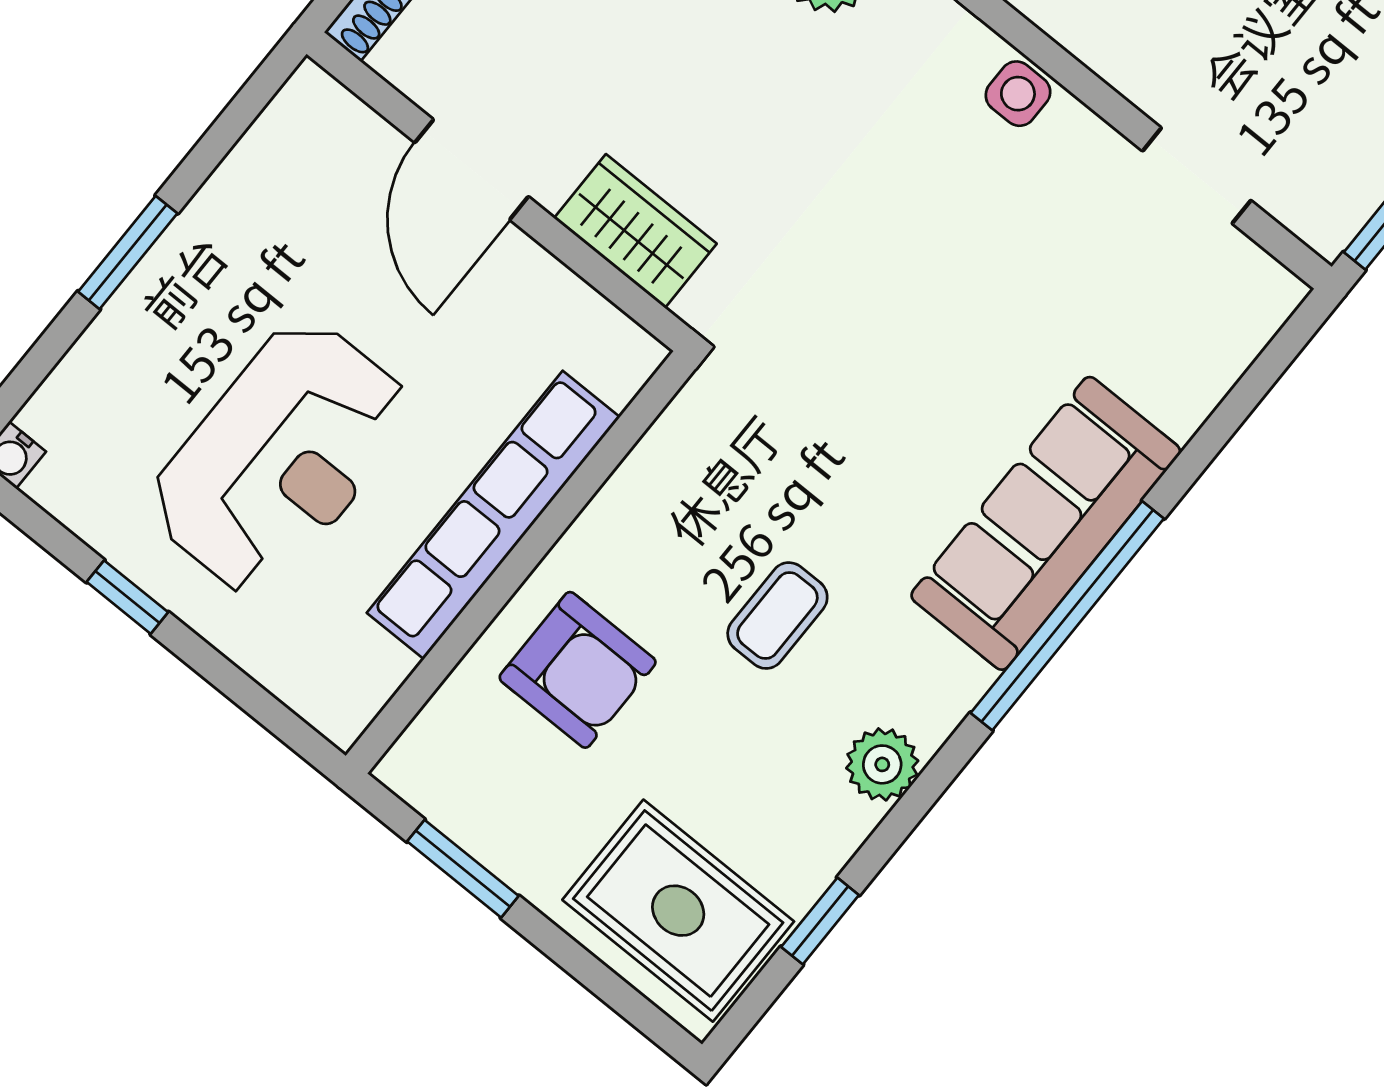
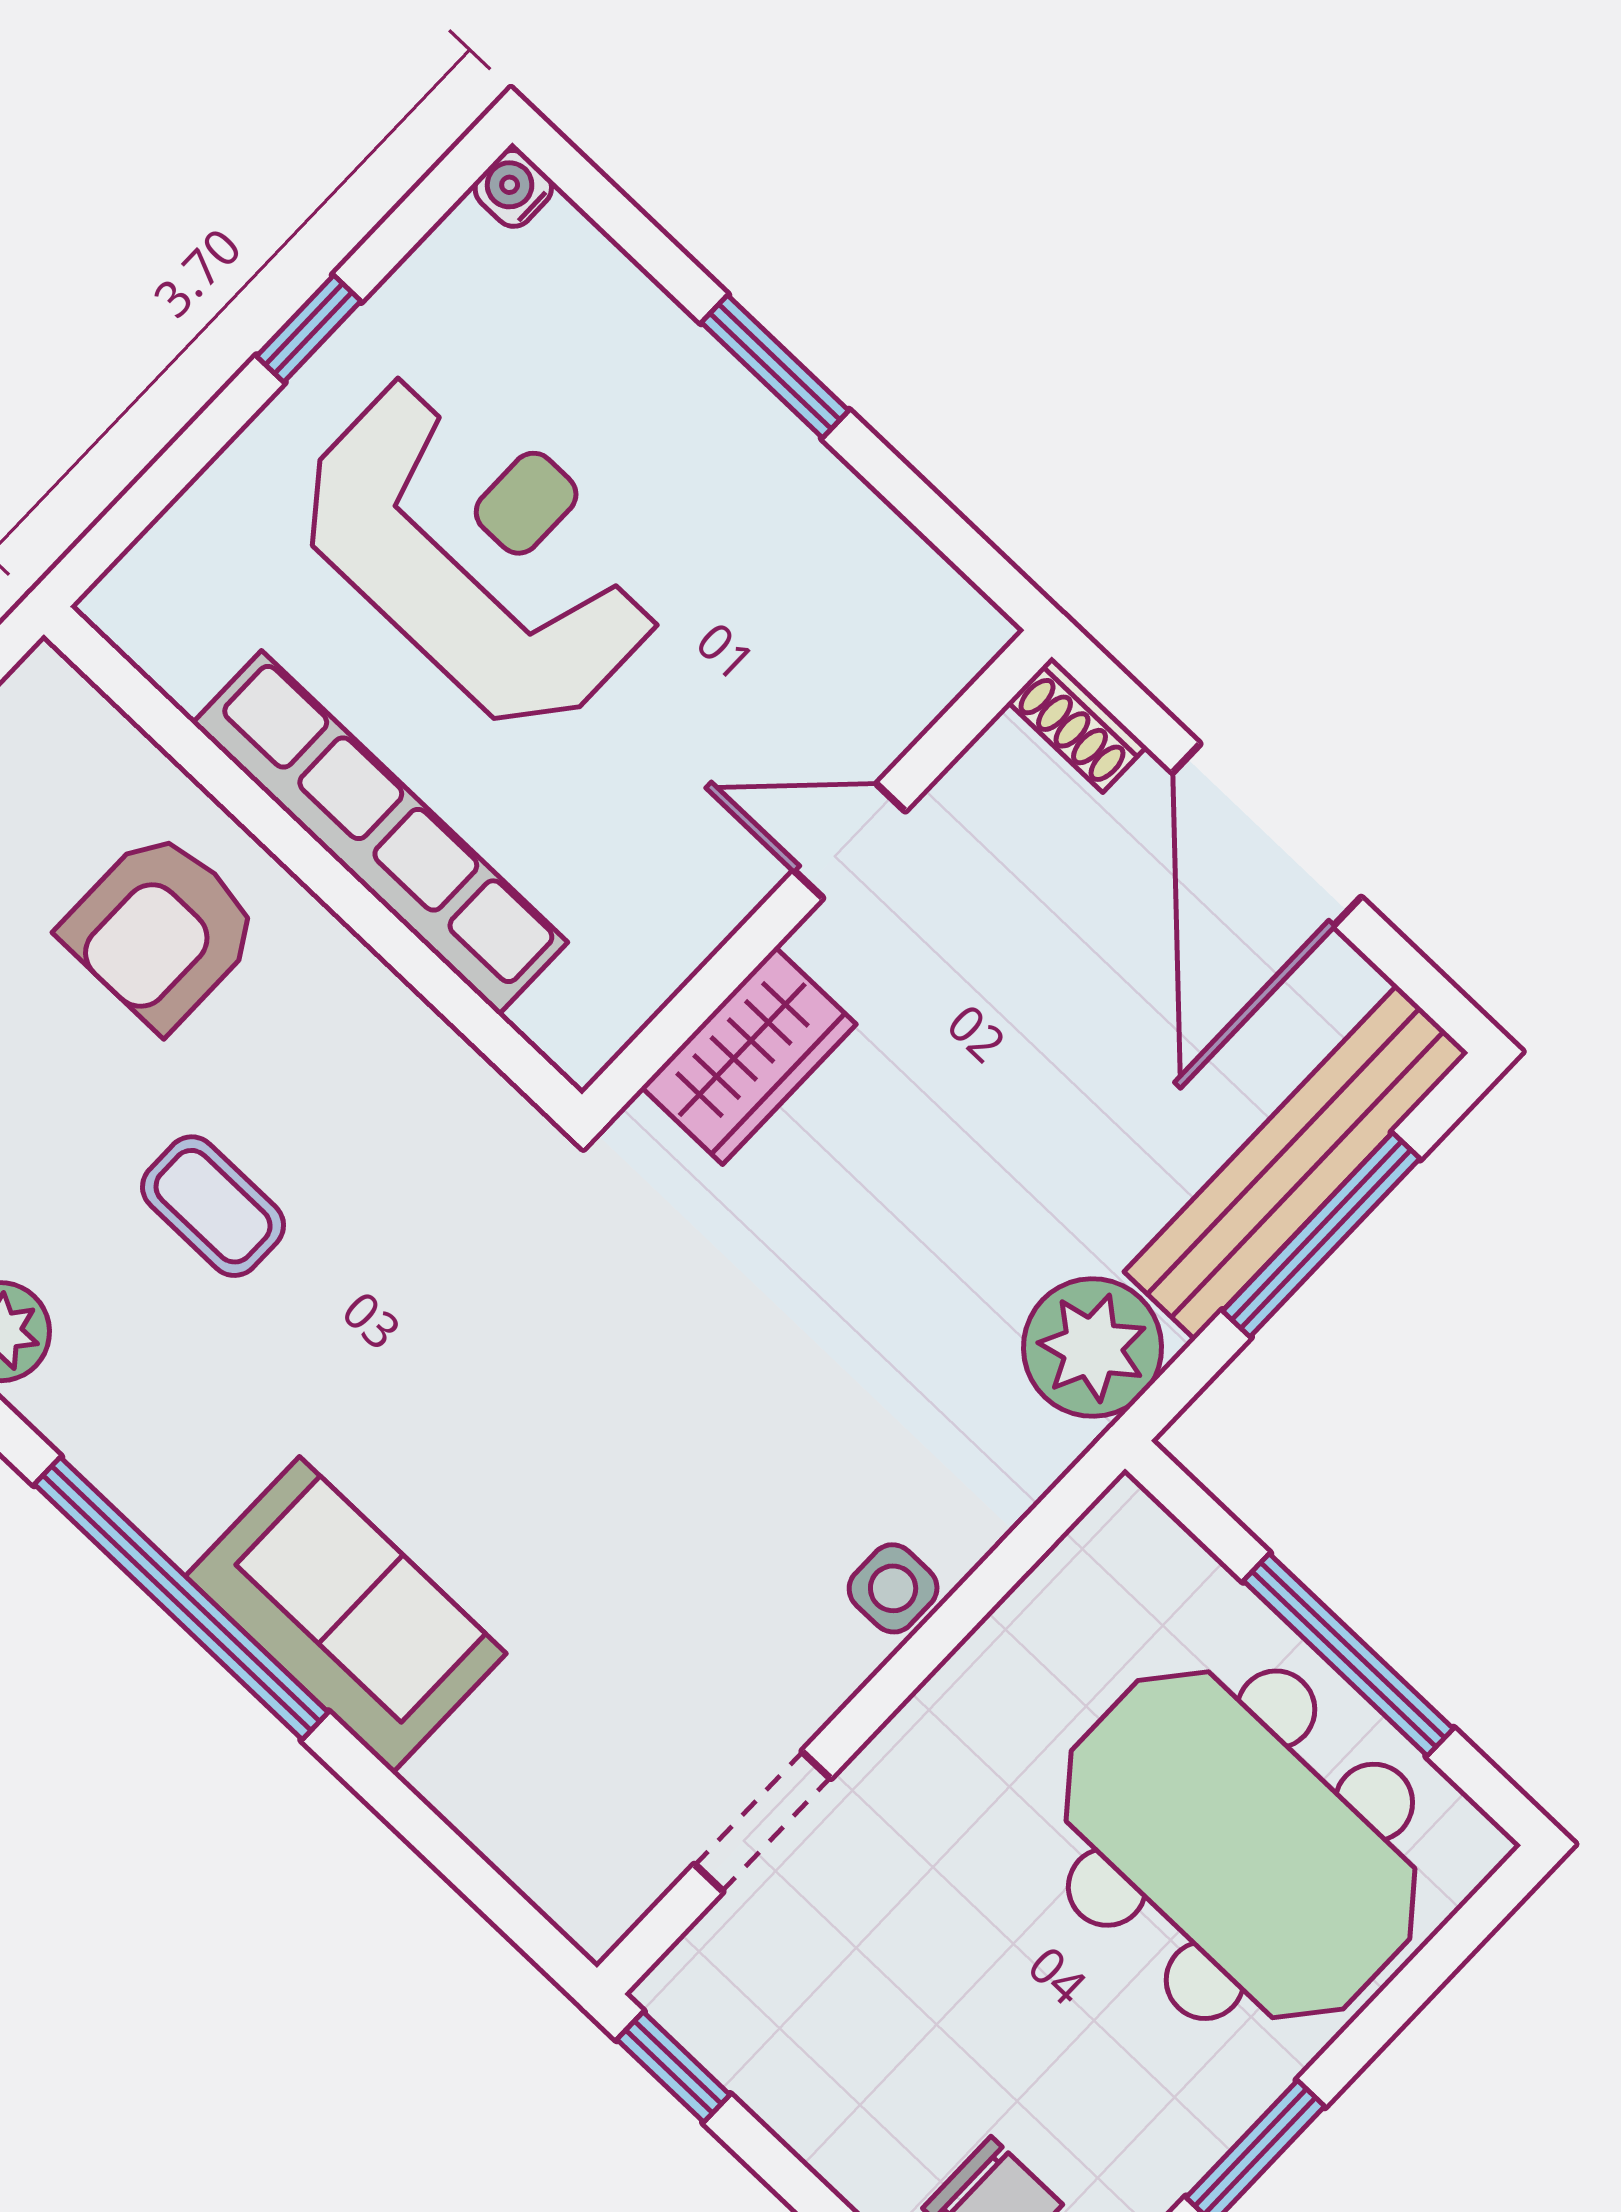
door: (472, 170) -> (850, 841), width x0.73
reception desk: (280, 458) -> (481, 551), turned 180
sofa: (1046, 523) -> (346, 1615), width x0.73

